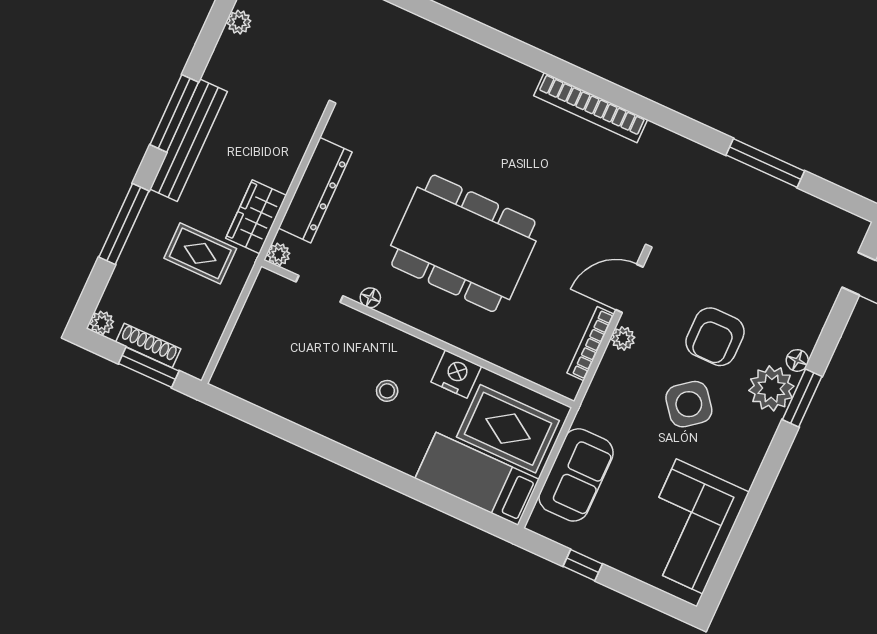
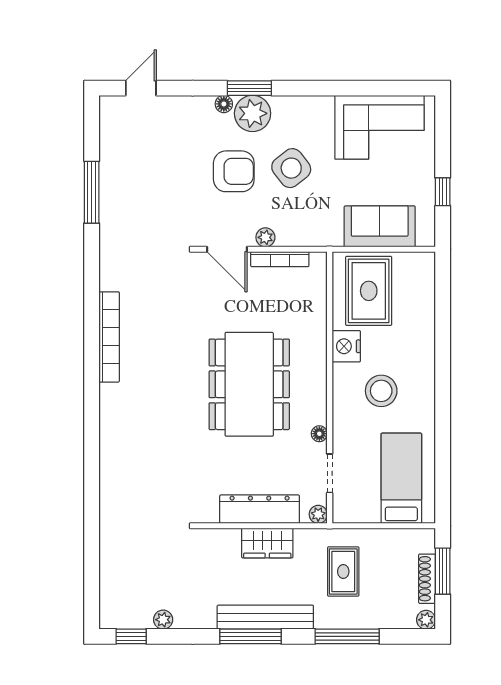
wardrobe: (256, 217) -> (267, 543), moved
stool: (387, 391) -> (381, 391), width x1.89, depth x1.89
bed: (477, 479) -> (401, 478), moved, turned 180

